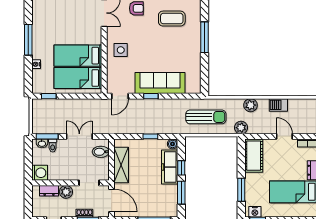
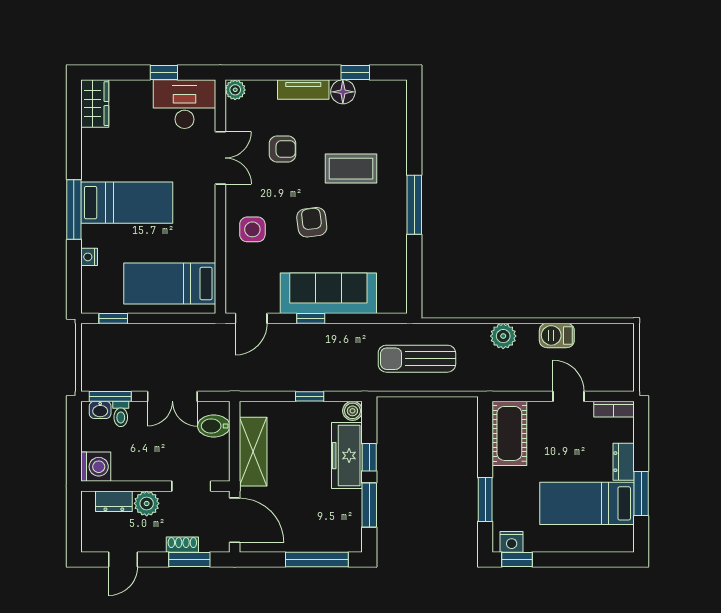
armchair: (151, 46) -> (312, 222), added
bed: (78, 56) -> (127, 203), moved, turned 180
sun lounger: (206, 117) -> (417, 359), turned 180
plant: (241, 128) -> (485, 379), removed
double door: (79, 136) -> (172, 396), swing flipped

